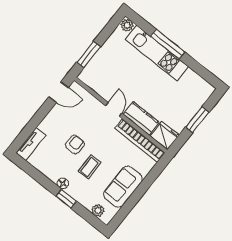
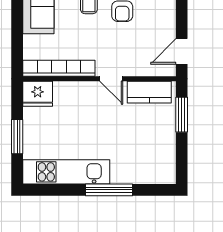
plant: (127, 25) -> (166, 176), removed
kitchen unit: (157, 53) -> (66, 172), moved
kitchen counter: (141, 118) -> (149, 92), moved

